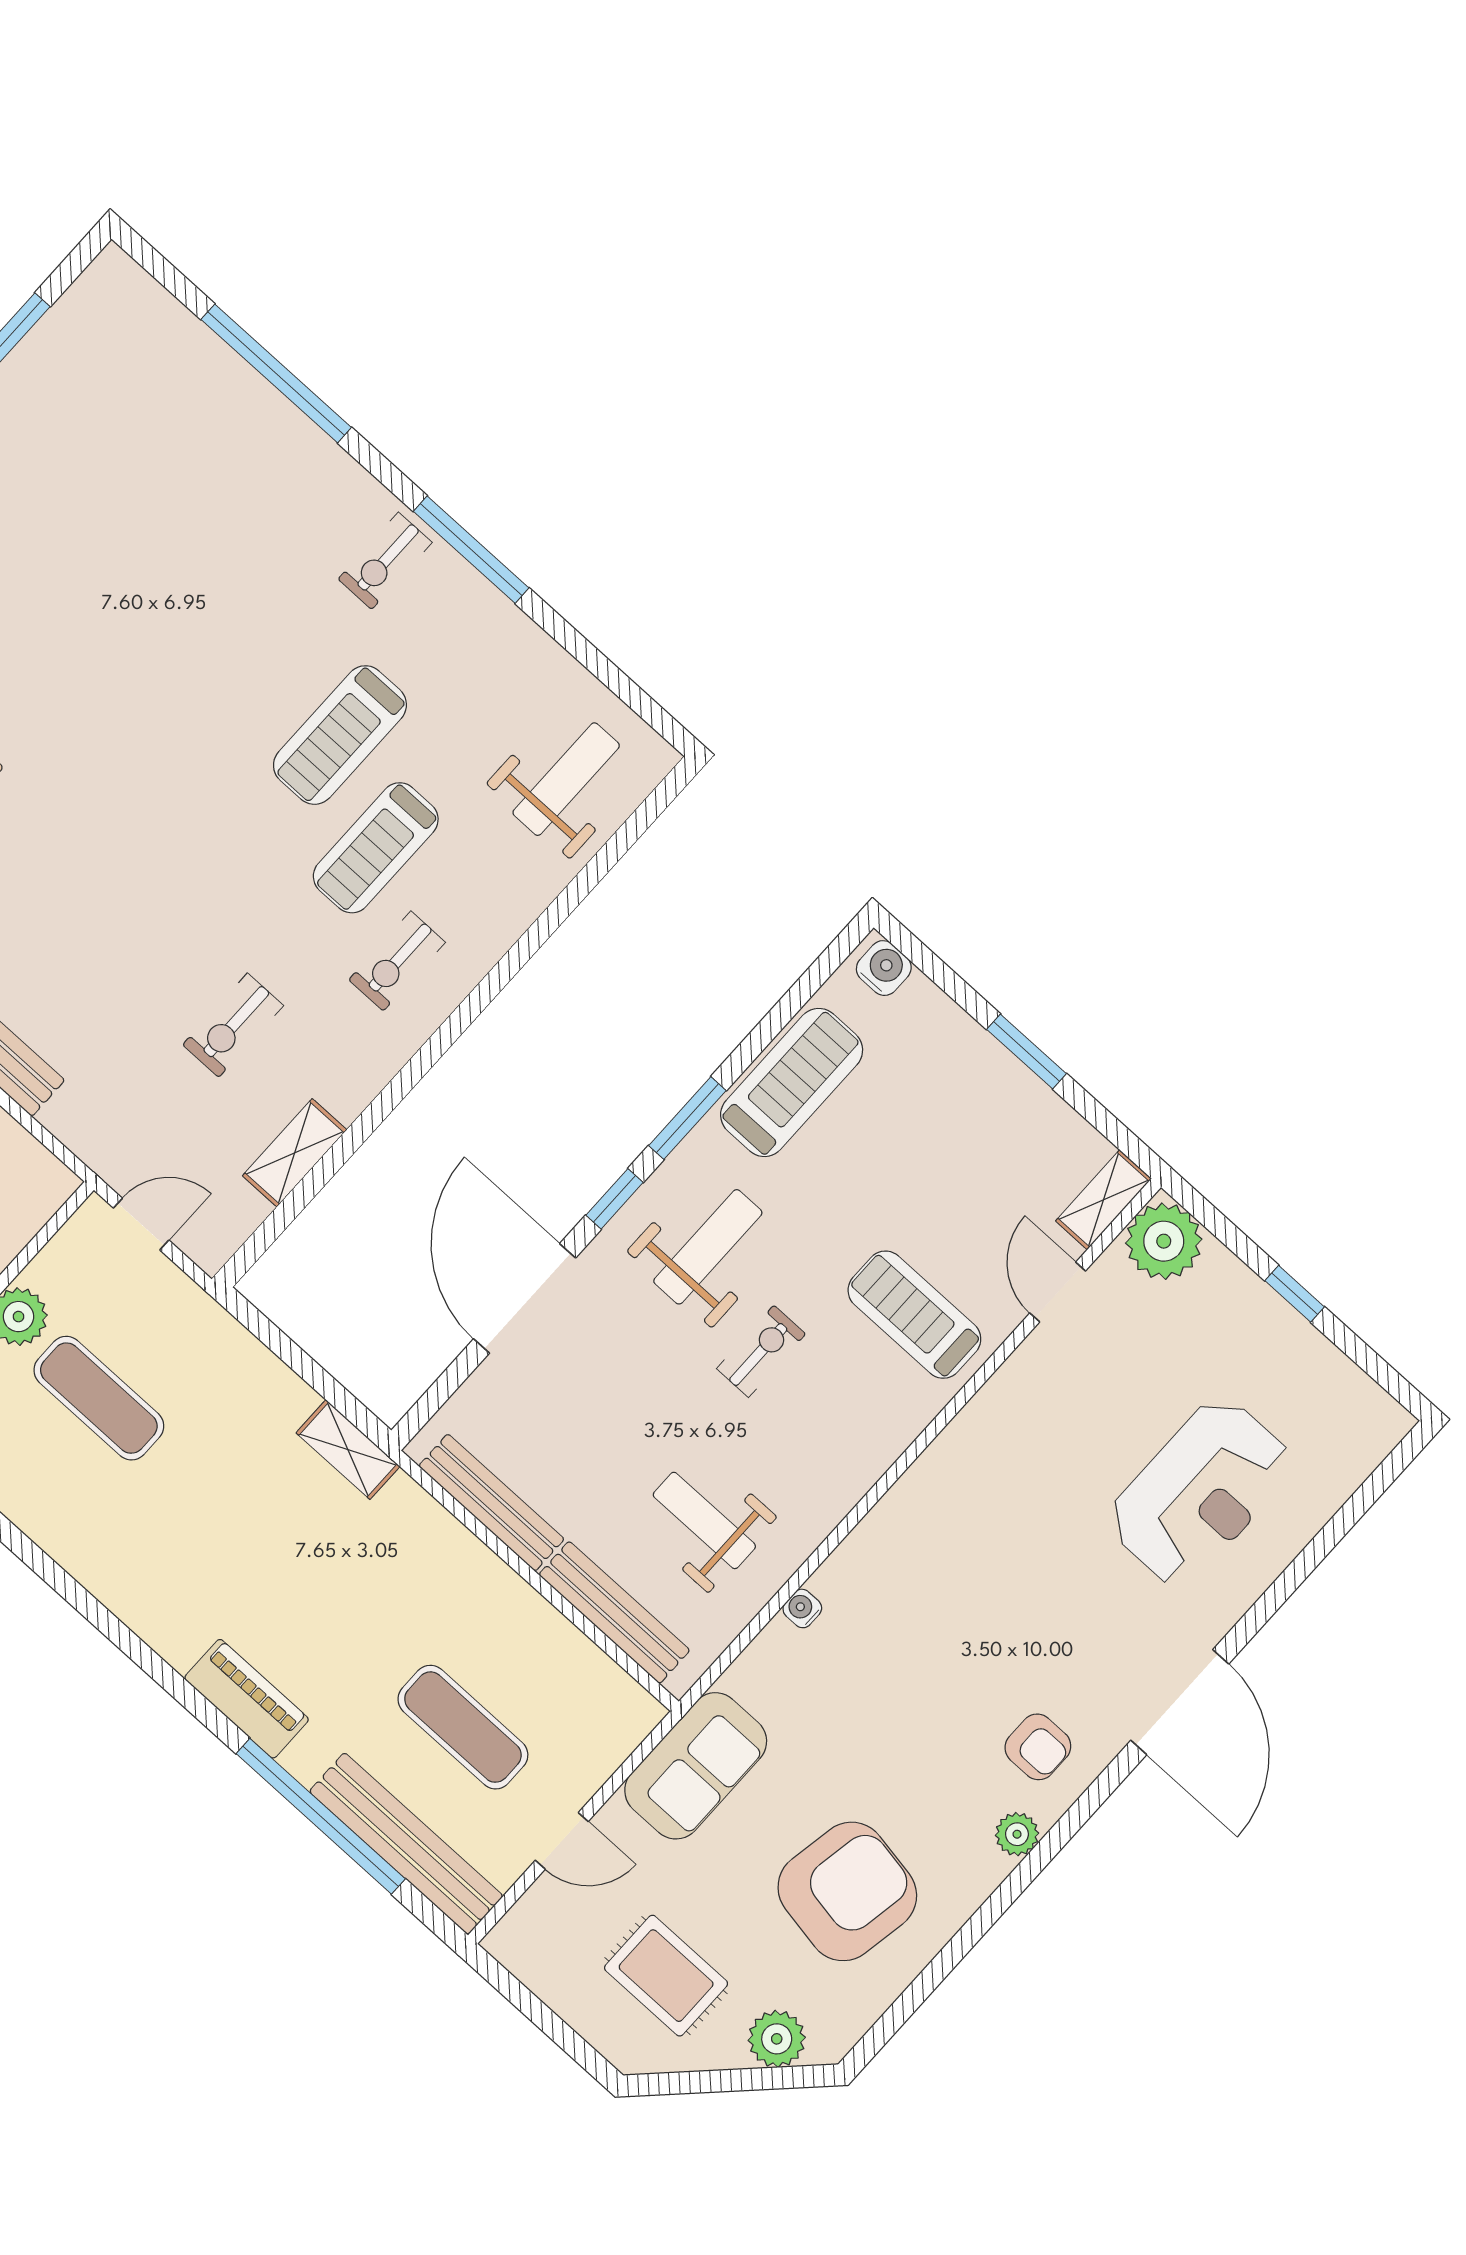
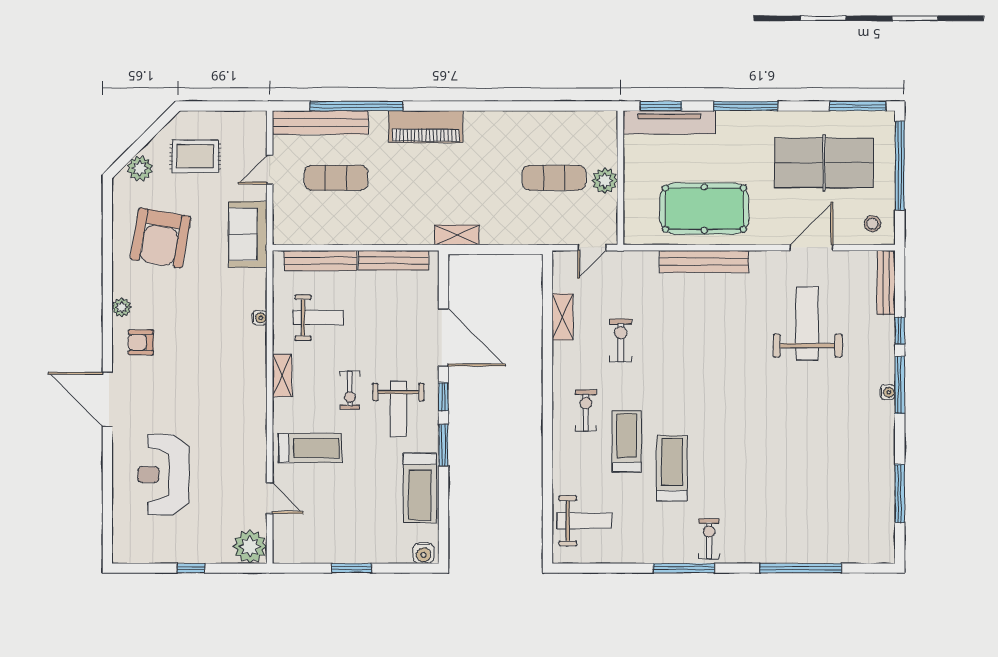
weight bench: (566, 779) -> (584, 521), turned -90
shelving: (1104, 1200) -> (282, 375), moved
piano: (247, 1699) -> (426, 127), width x1.37, depth x1.33

